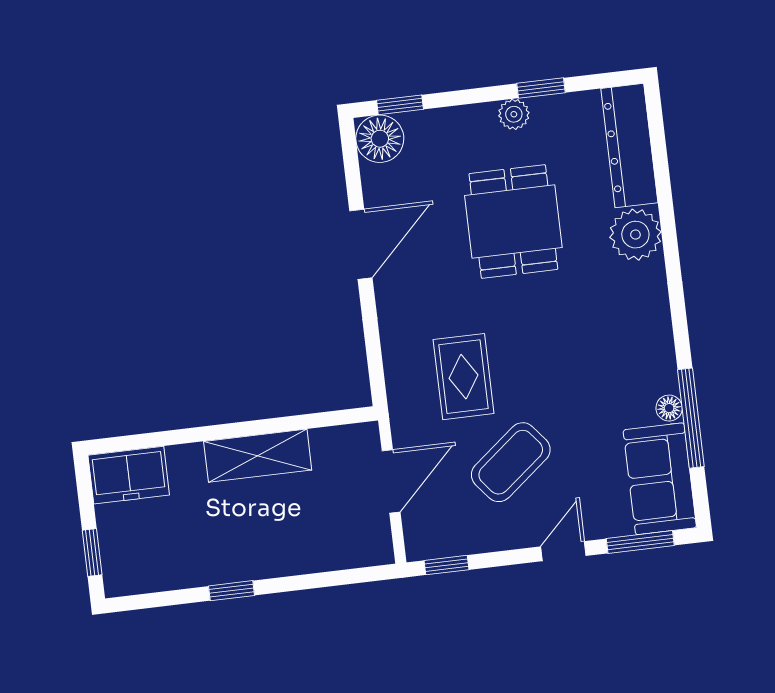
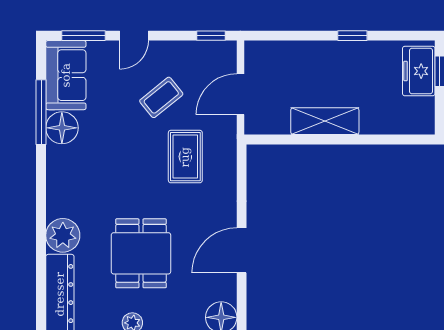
floor lamp: (669, 408) -> (62, 128), width x1.89, depth x1.89
coffee table: (511, 462) -> (161, 97), width x0.73, depth x0.77
freezer: (129, 475) -> (419, 71), moved, turned -90

